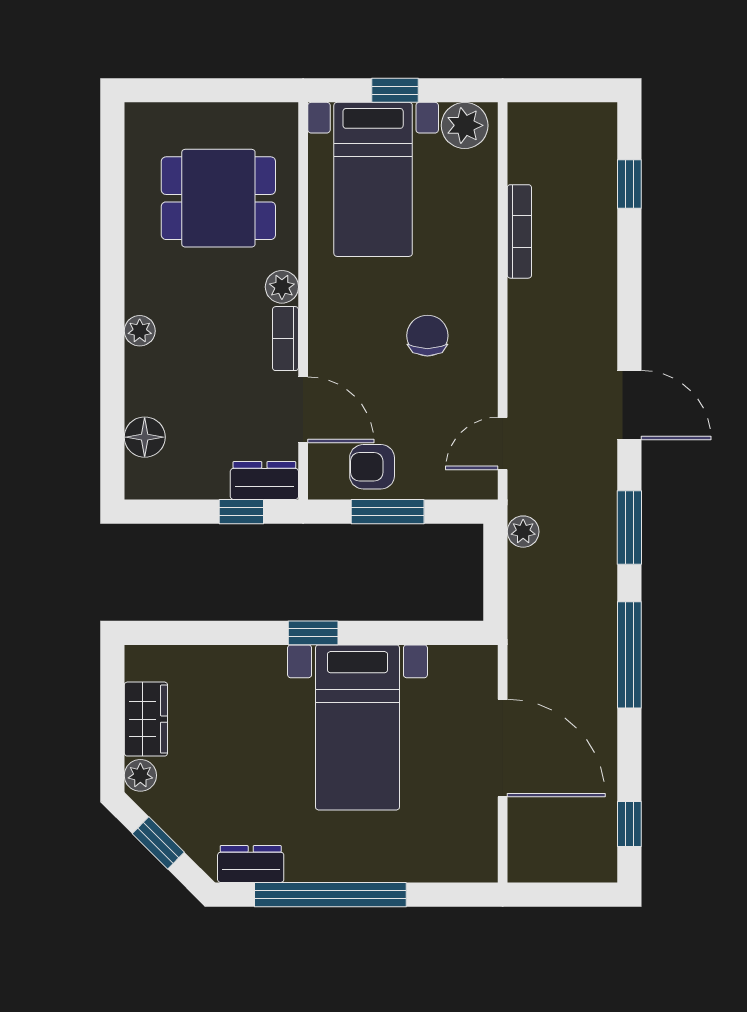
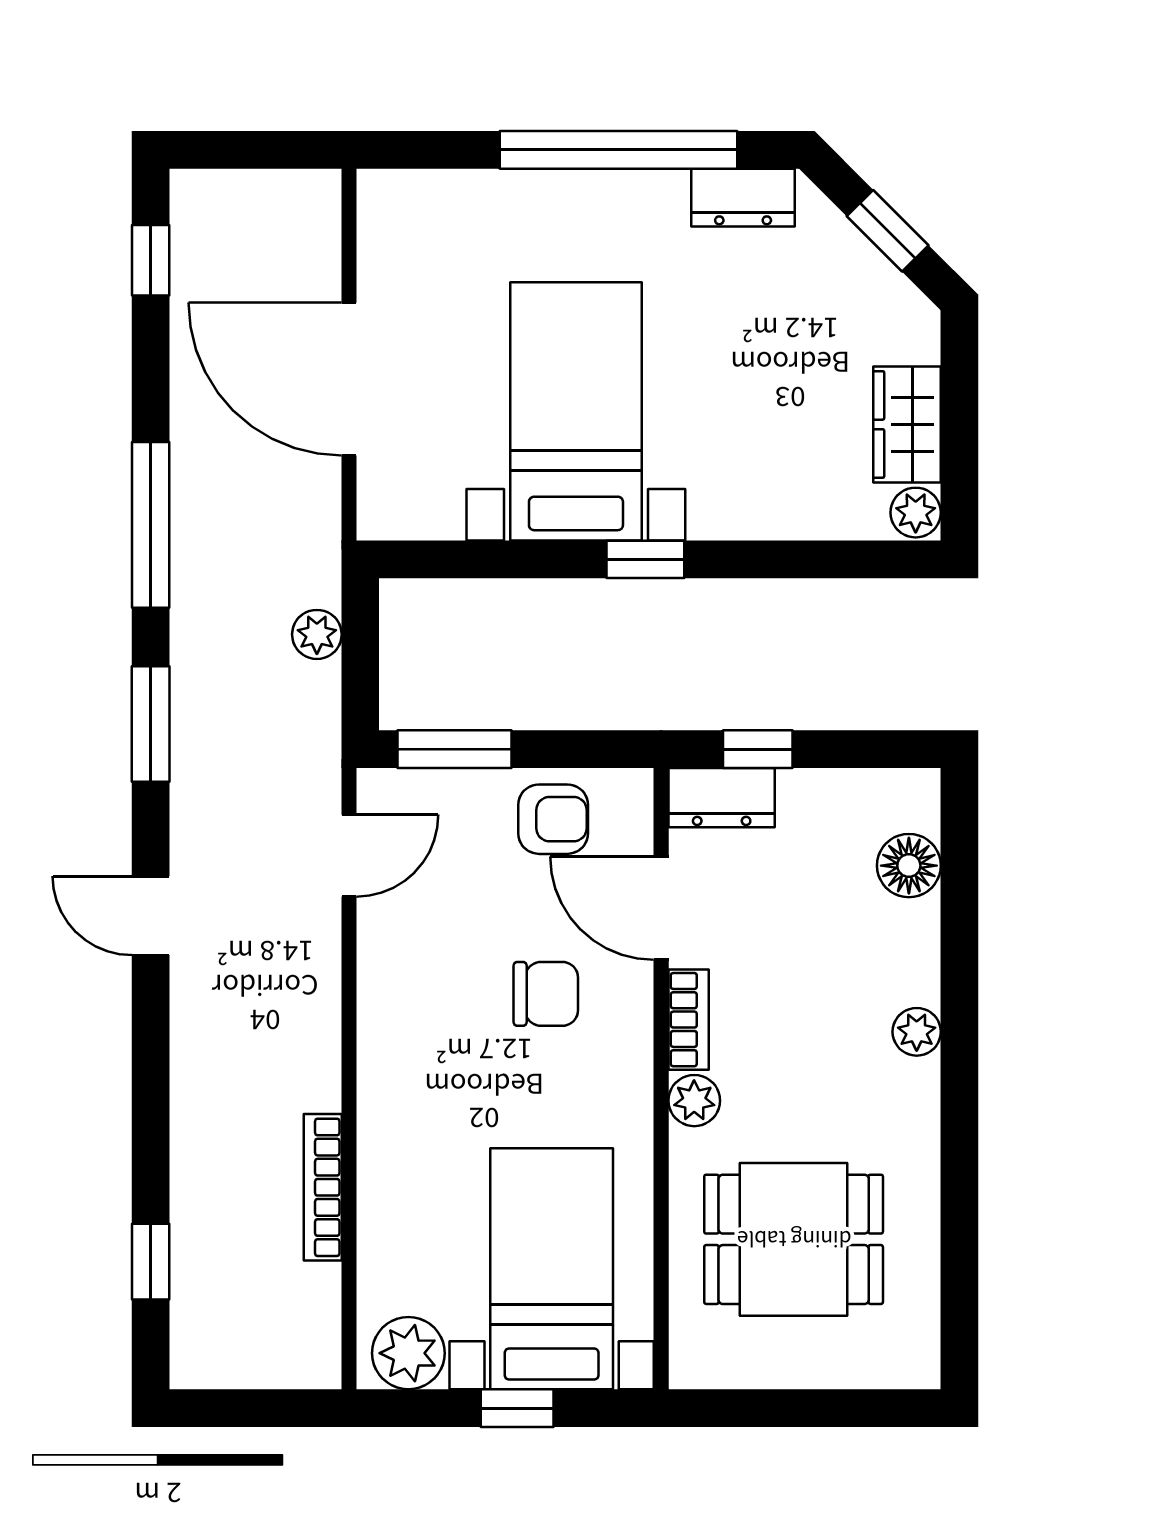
chair: (427, 336) -> (546, 994), moved, turned -90
door: (629, 405) -> (151, 916), width x0.73
window: (388, 512) -> (455, 749), moved
plant: (523, 532) -> (317, 634), moved
plant: (140, 775) -> (916, 513), moved

